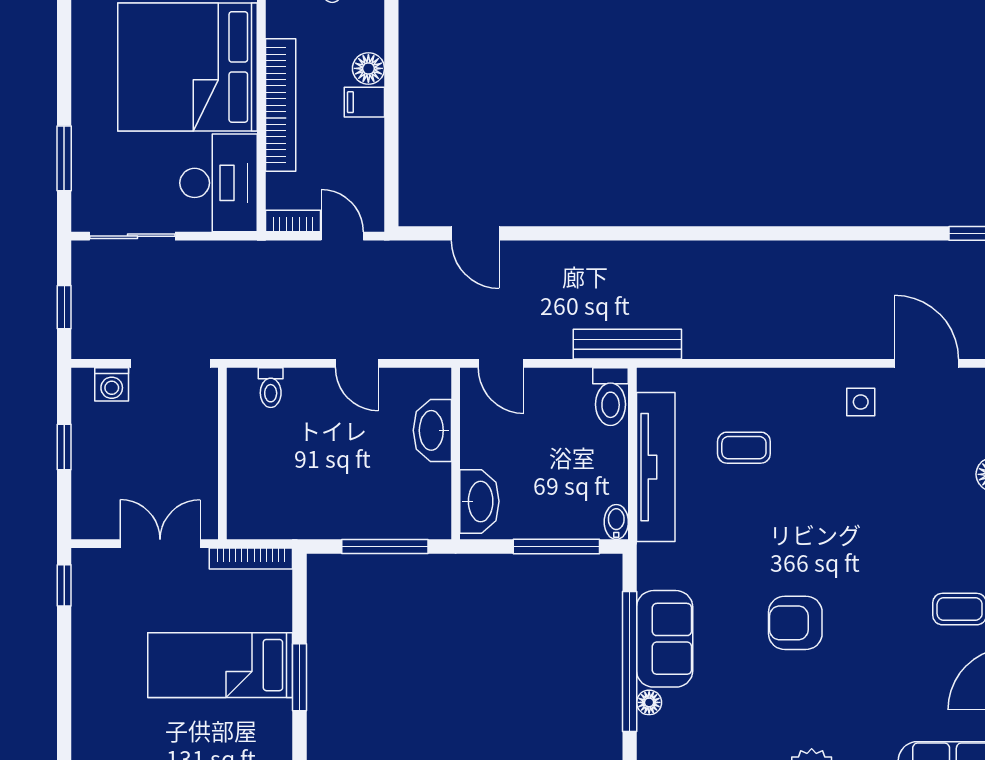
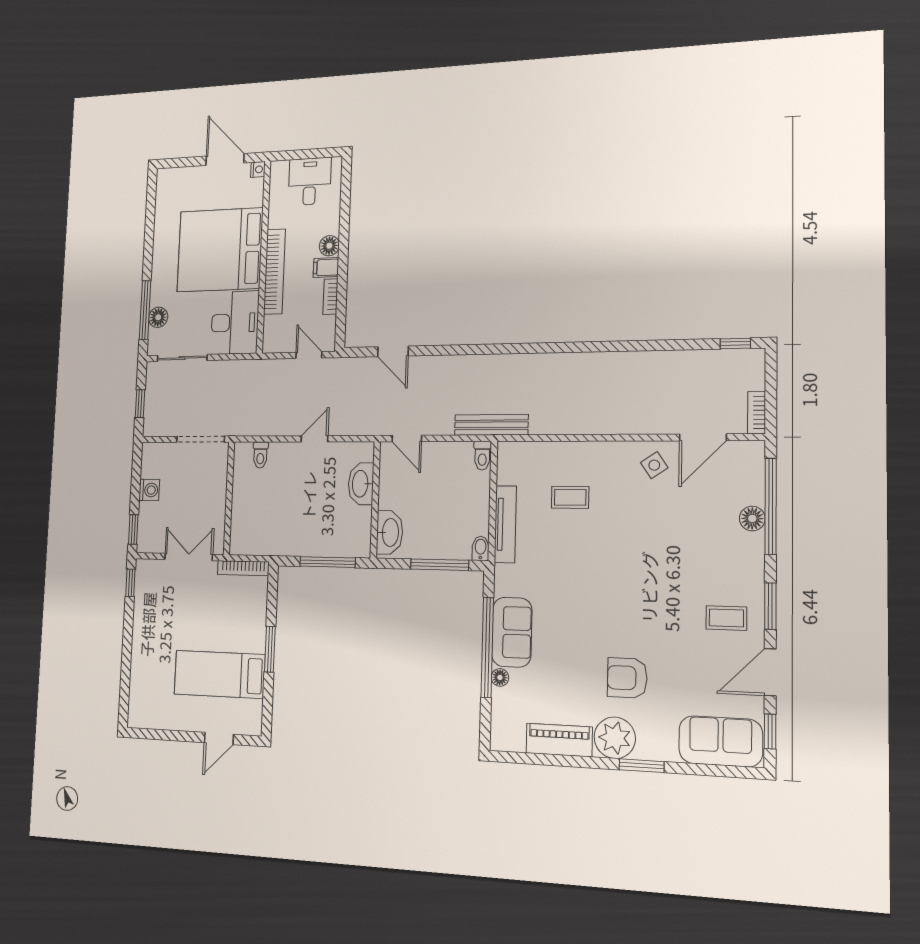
window: (64, 158) -> (145, 310), width x1.44
floor lamp: (88, 171) -> (158, 317), added
bookcase: (293, 221) -> (330, 297), moved, turned -90
door: (357, 363) -> (314, 439), swing flipped
door: (927, 363) -> (703, 437), swing flipped
washing machine: (112, 384) -> (149, 490), moved, turned -90
toilet: (611, 397) -> (482, 456), width x0.73, depth x0.72
side table: (861, 402) -> (654, 465), turned -34
window: (64, 447) -> (133, 529), moved
tv unit: (656, 467) -> (505, 524), width x0.73, depth x0.78
armchair: (795, 623) -> (627, 678), moved
bed: (220, 665) -> (219, 674), moved

